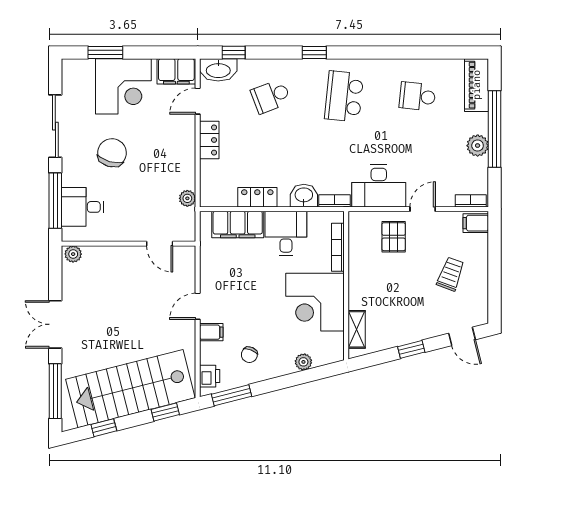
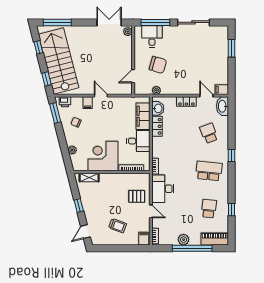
window: (234, 52) -> (231, 210), moved
filing cabinet: (176, 71) -> (222, 90), width x0.50
corner desk: (123, 86) -> (214, 57), removed
chair: (112, 153) -> (158, 65), moved
washbasin: (304, 196) -> (158, 108), moved
double door: (55, 324) -> (109, 22), moved

